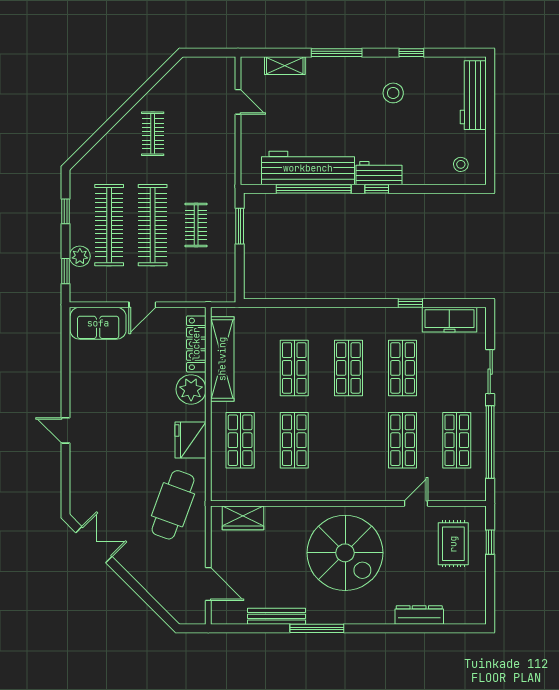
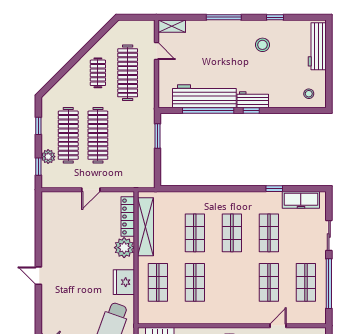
shelving: (285, 66) -> (172, 26), moved
clothes rail: (196, 225) -> (128, 73), moved, width x1.86, depth x1.31
sofa: (98, 323) -> (61, 202), removed

